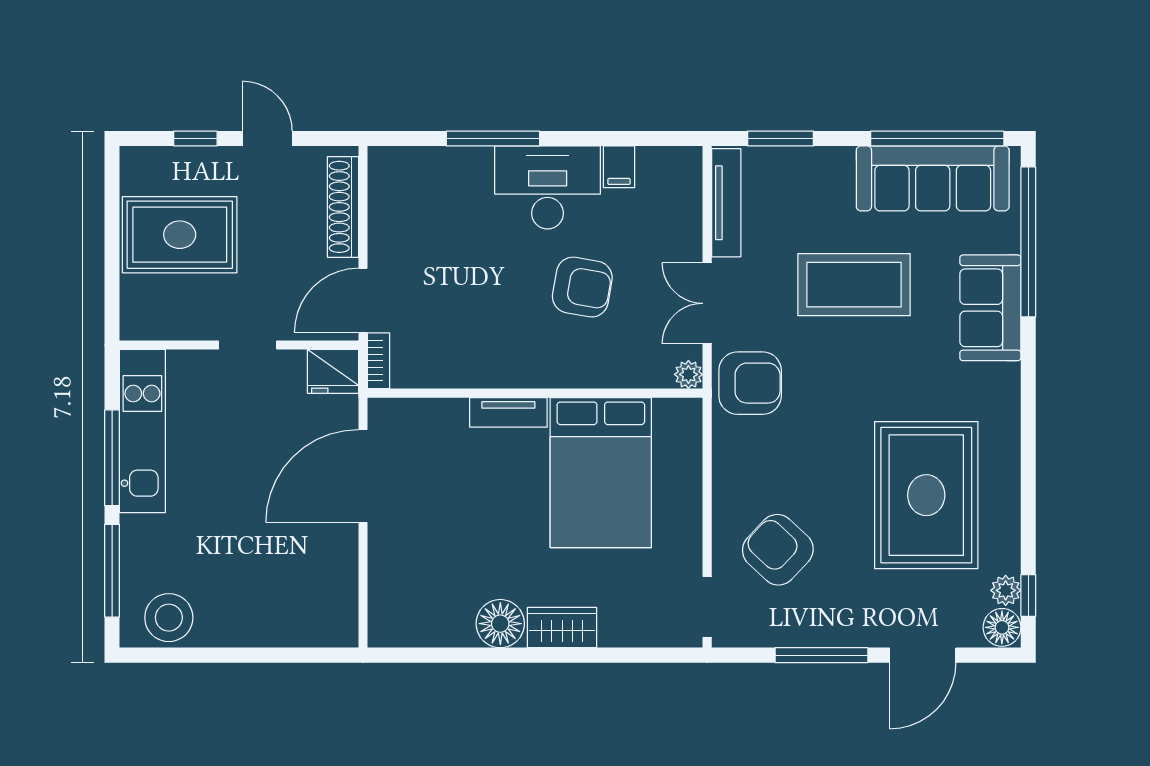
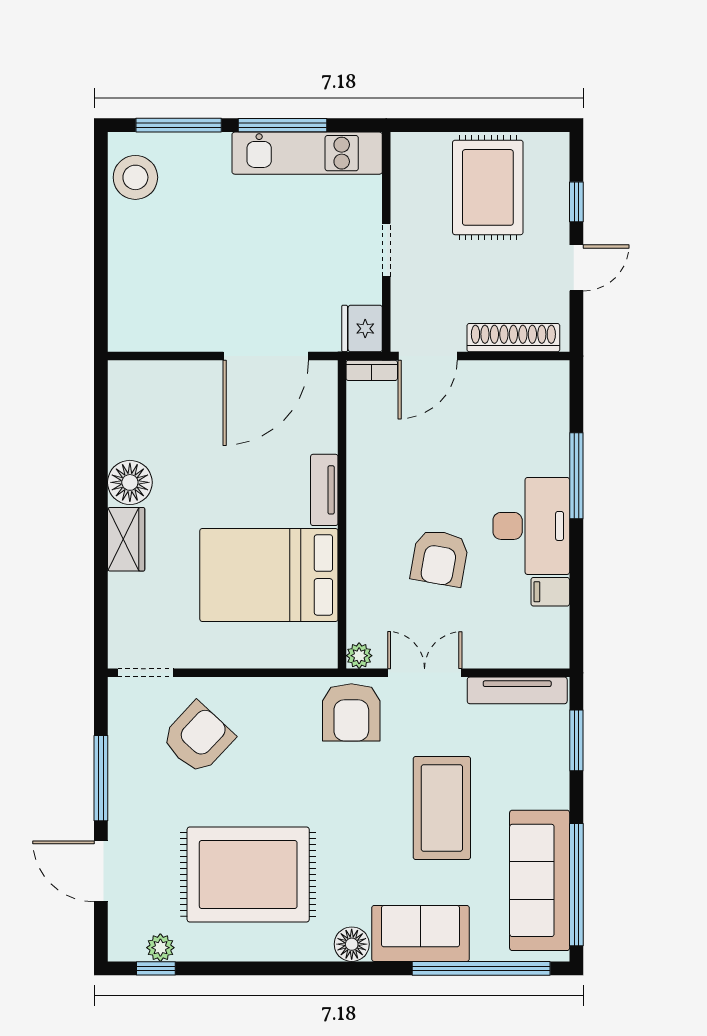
door: (363, 300) -> (428, 356), swing flipped
door: (363, 476) -> (266, 356), swing flipped
floor lamp: (1002, 627) -> (352, 944), moved

